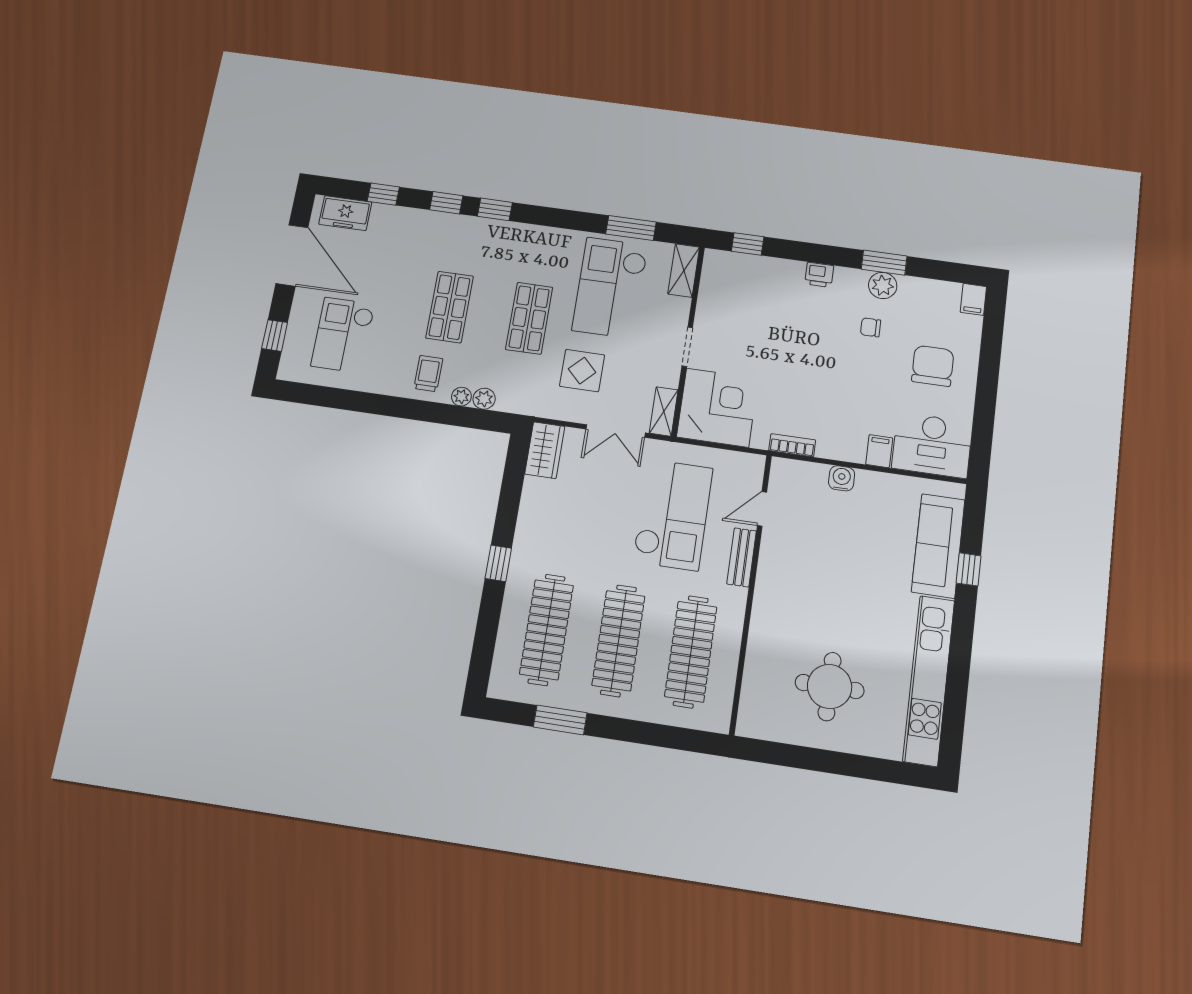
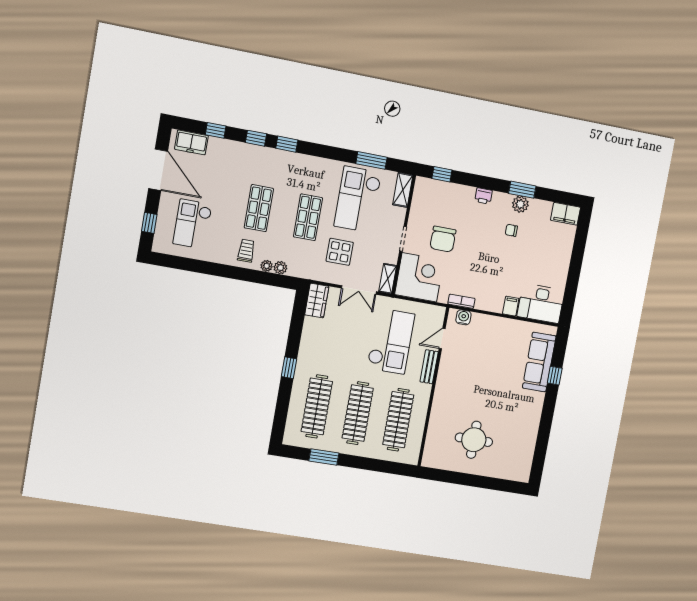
filing cabinet: (973, 299) -> (565, 214), width x2.00
chair: (933, 366) -> (443, 239), moved, turned 180
water cooler: (842, 478) -> (463, 317), moved
kitchen unit: (929, 680) -> (528, 437), removed

